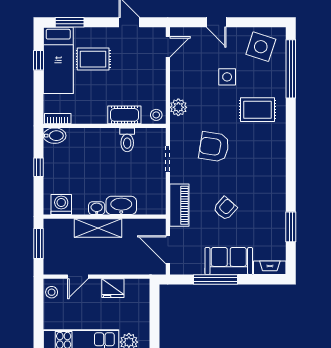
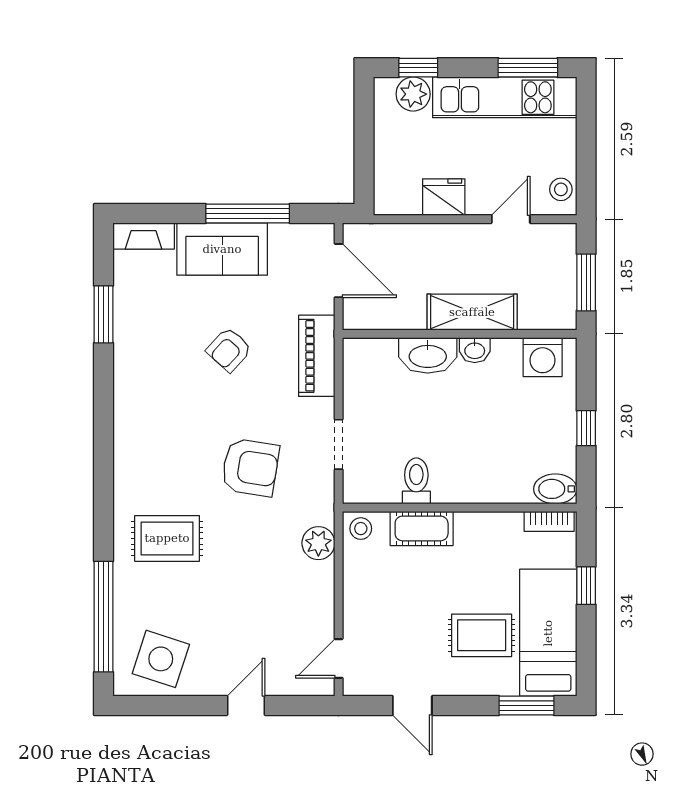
door: (216, 22) -> (246, 706), hinge flipped
window: (38, 60) -> (586, 586), moved
side table: (227, 77) -> (225, 601), removed

